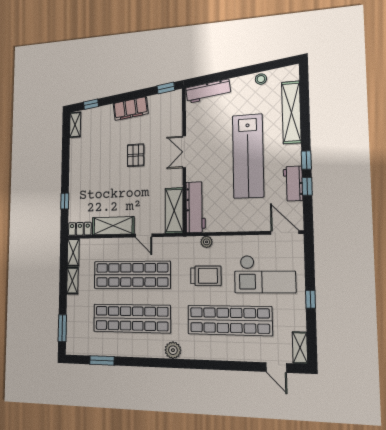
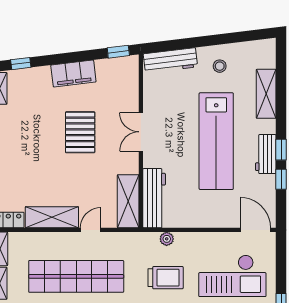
stool: (261, 79) -> (220, 66), moved
shelving: (291, 112) -> (266, 94), width x0.68
pallet: (136, 155) -> (80, 132), width x1.50, depth x1.42
workbench: (293, 184) -> (266, 154), moved
door: (144, 235) -> (91, 230), swing flipped

